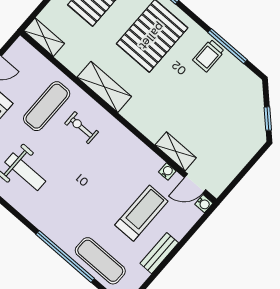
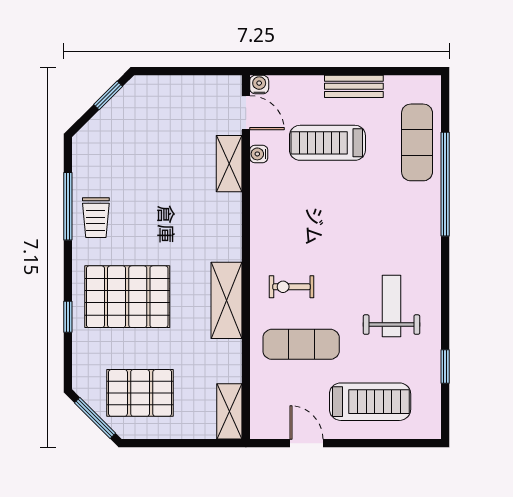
trolley: (209, 56) -> (96, 218), turned 90
exercise bike: (82, 128) -> (291, 287), turned 90

